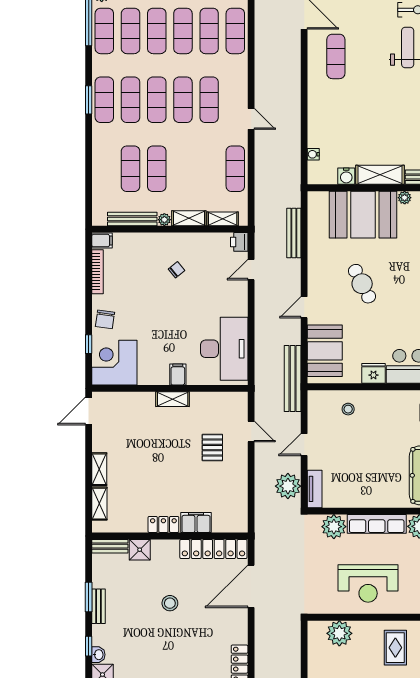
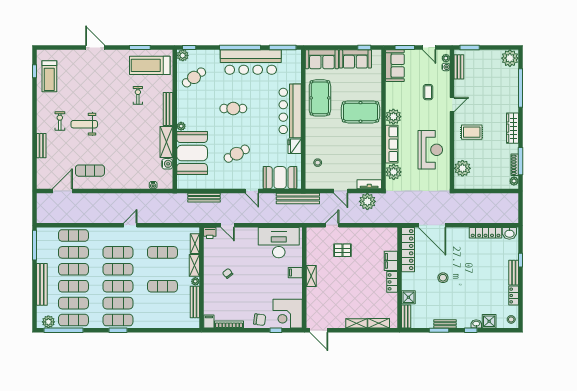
exercise mat: (131, 169) -> (162, 303), removed
exercise mat: (235, 169) -> (162, 252), moved

